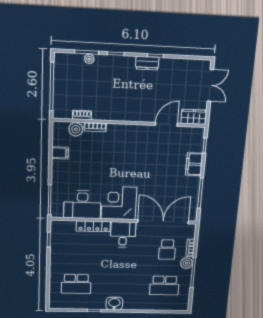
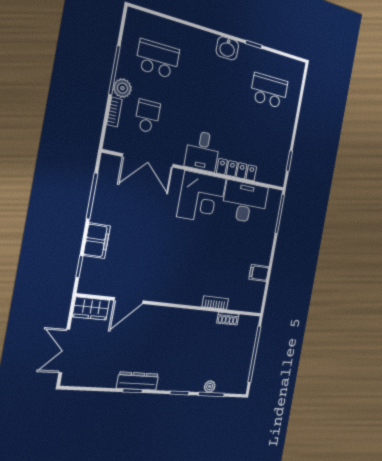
dresser: (147, 63) -> (138, 381), width x1.44
plant: (76, 129) -> (237, 301), removed
double door: (163, 222) -> (148, 160), width x0.73

